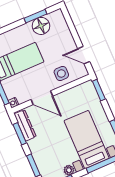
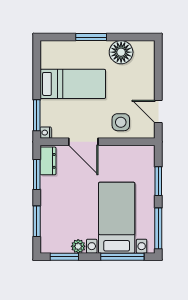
window: (35, 16) -> (91, 37), moved
window: (99, 90) -> (158, 181), moved
dresser: (25, 125) -> (48, 161), width x0.70

